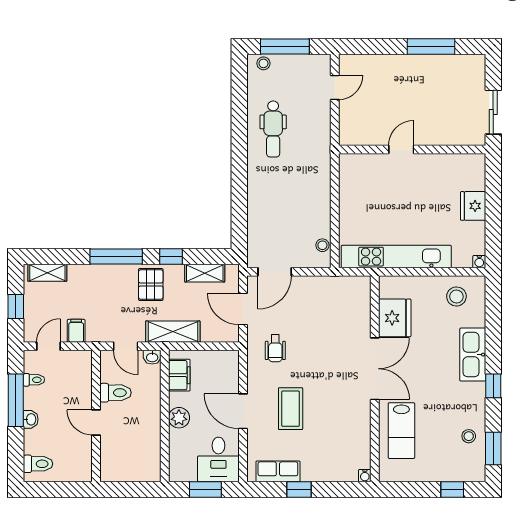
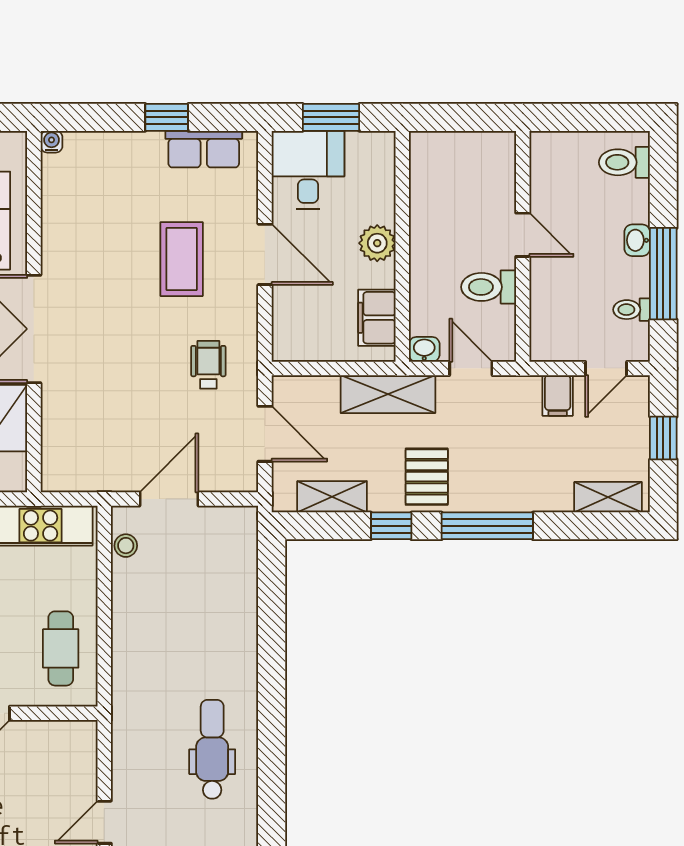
cafe table: (360, 187) -> (61, 648), added
door: (275, 272) -> (169, 499), moved

